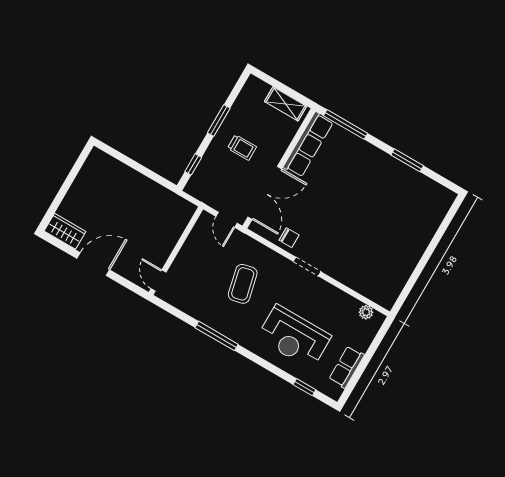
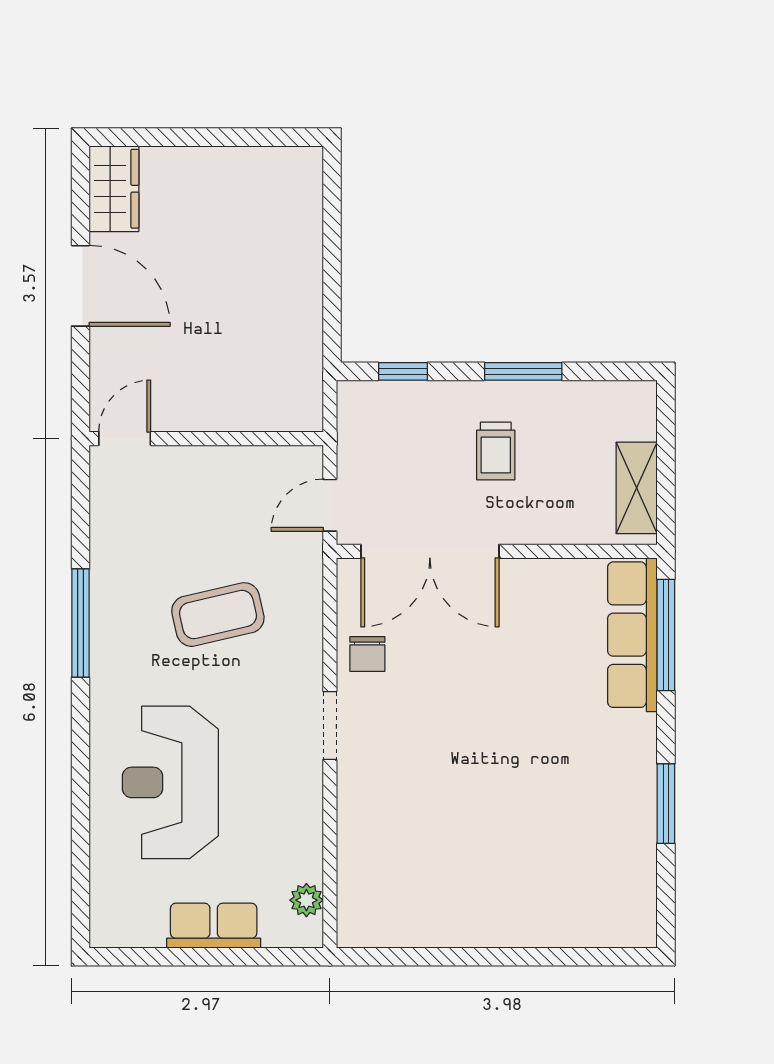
row of seats: (308, 145) -> (632, 635), moved, turned 90
row of seats: (347, 367) -> (214, 926), moved
window: (304, 387) -> (80, 863), removed

